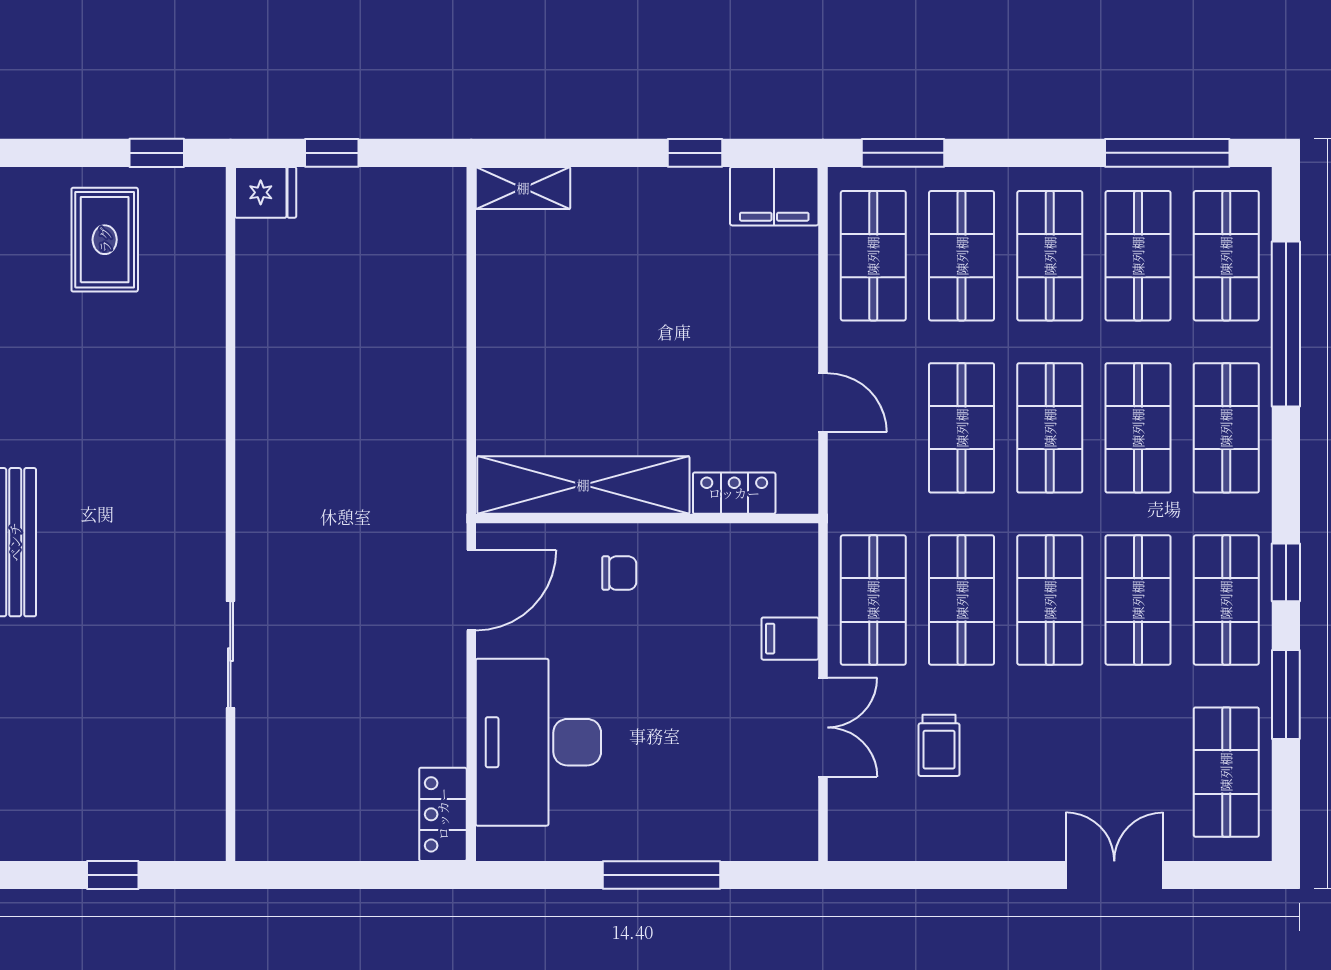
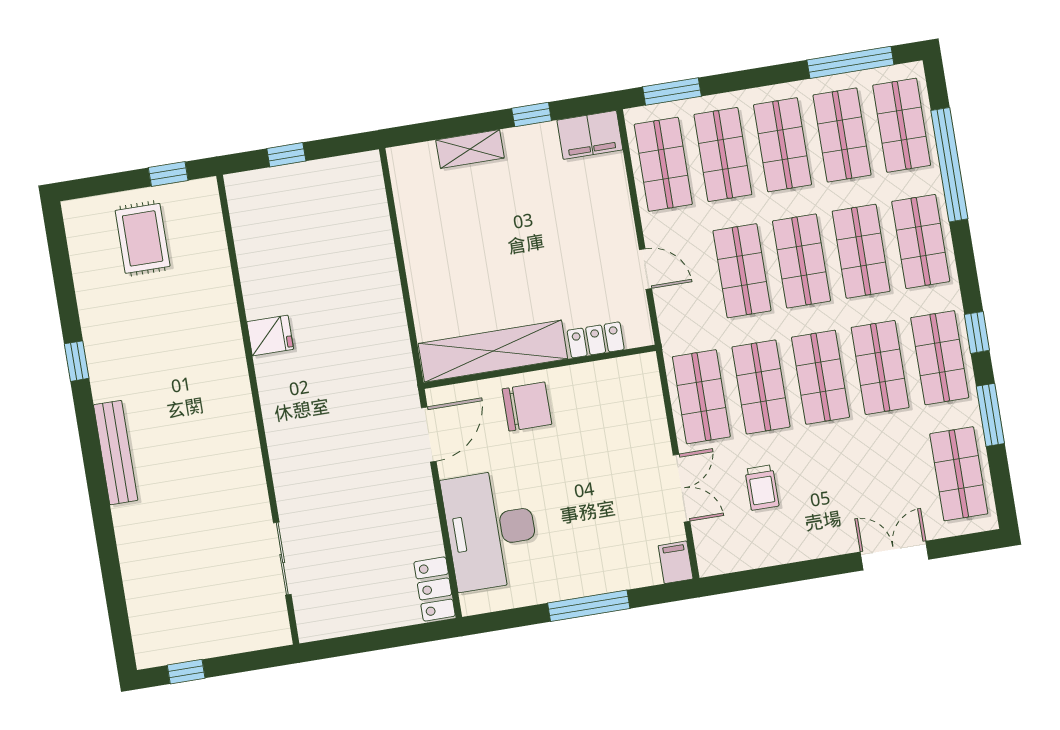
shelving: (523, 188) -> (470, 149), moved
fridge: (266, 192) -> (270, 335), moved
chair: (619, 573) -> (527, 407), width x1.87, depth x1.87
filing cabinet: (790, 639) -> (676, 562), moved, turned 90
sliding door: (230, 655) -> (282, 558), moved
window: (113, 875) -> (186, 672), moved

